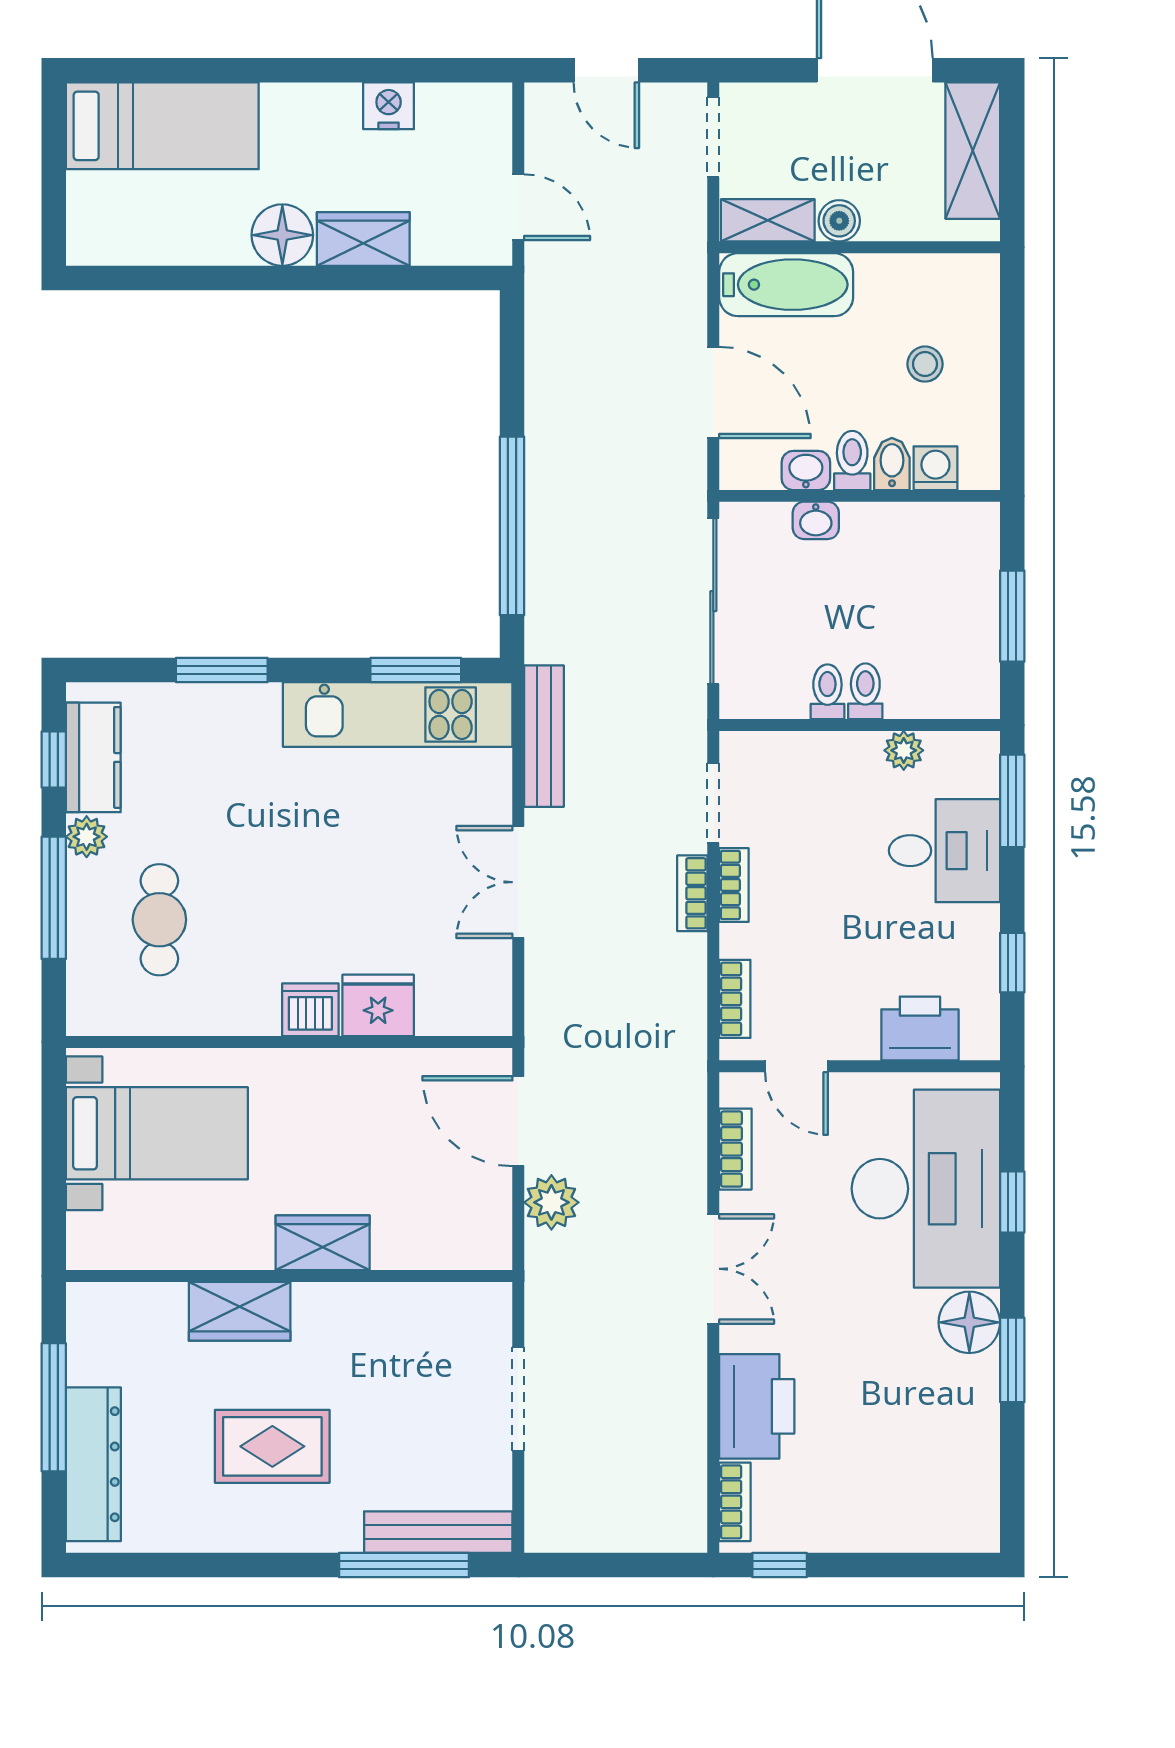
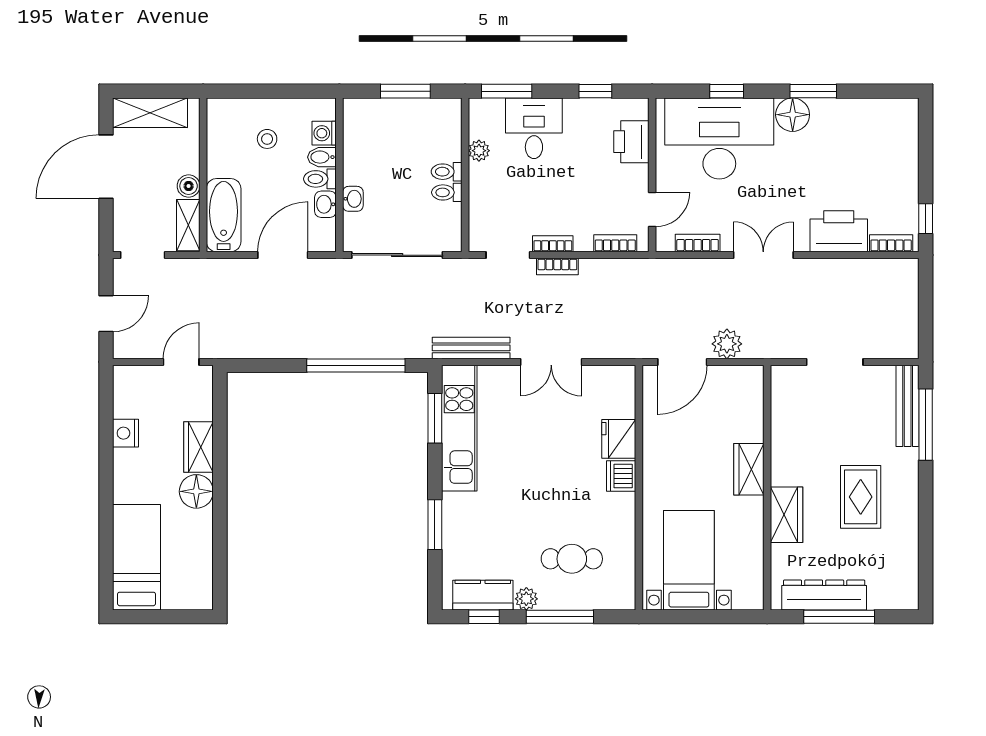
dresser: (93, 1464) -> (824, 595), moved

